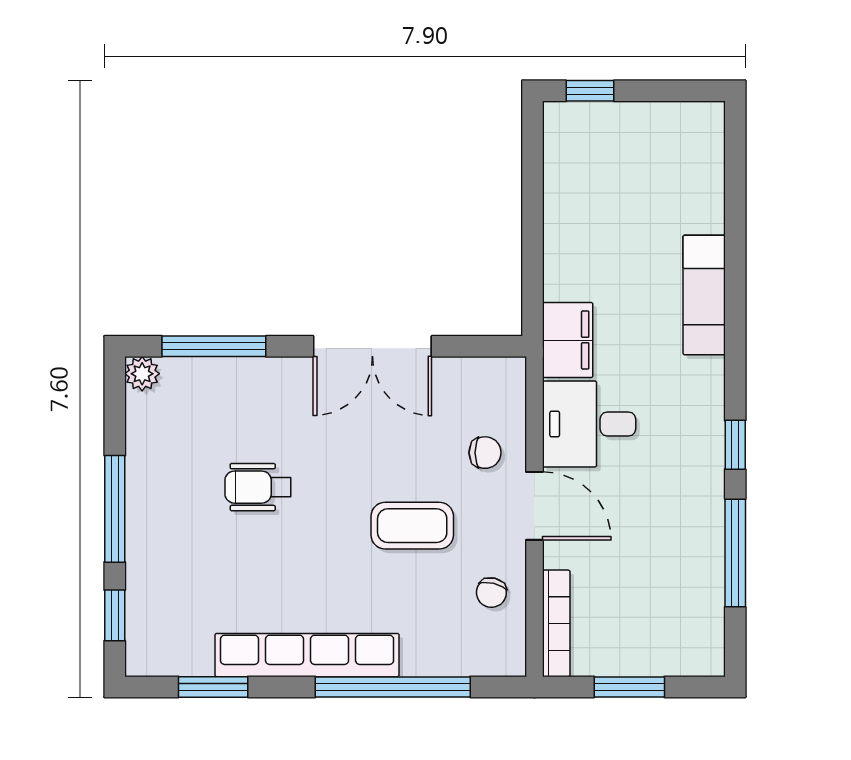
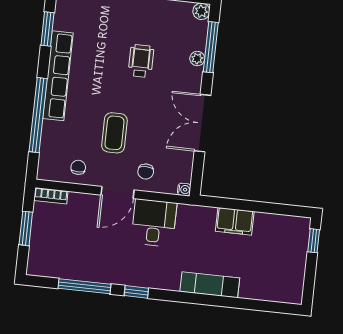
filing cabinet: (568, 340) -> (235, 221), moved
water cooler: (513, 369) -> (184, 189), added
plant: (241, 372) -> (197, 59), added
chair: (491, 593) -> (78, 167), turned 77
bookcase: (556, 623) -> (51, 196), width x0.64

